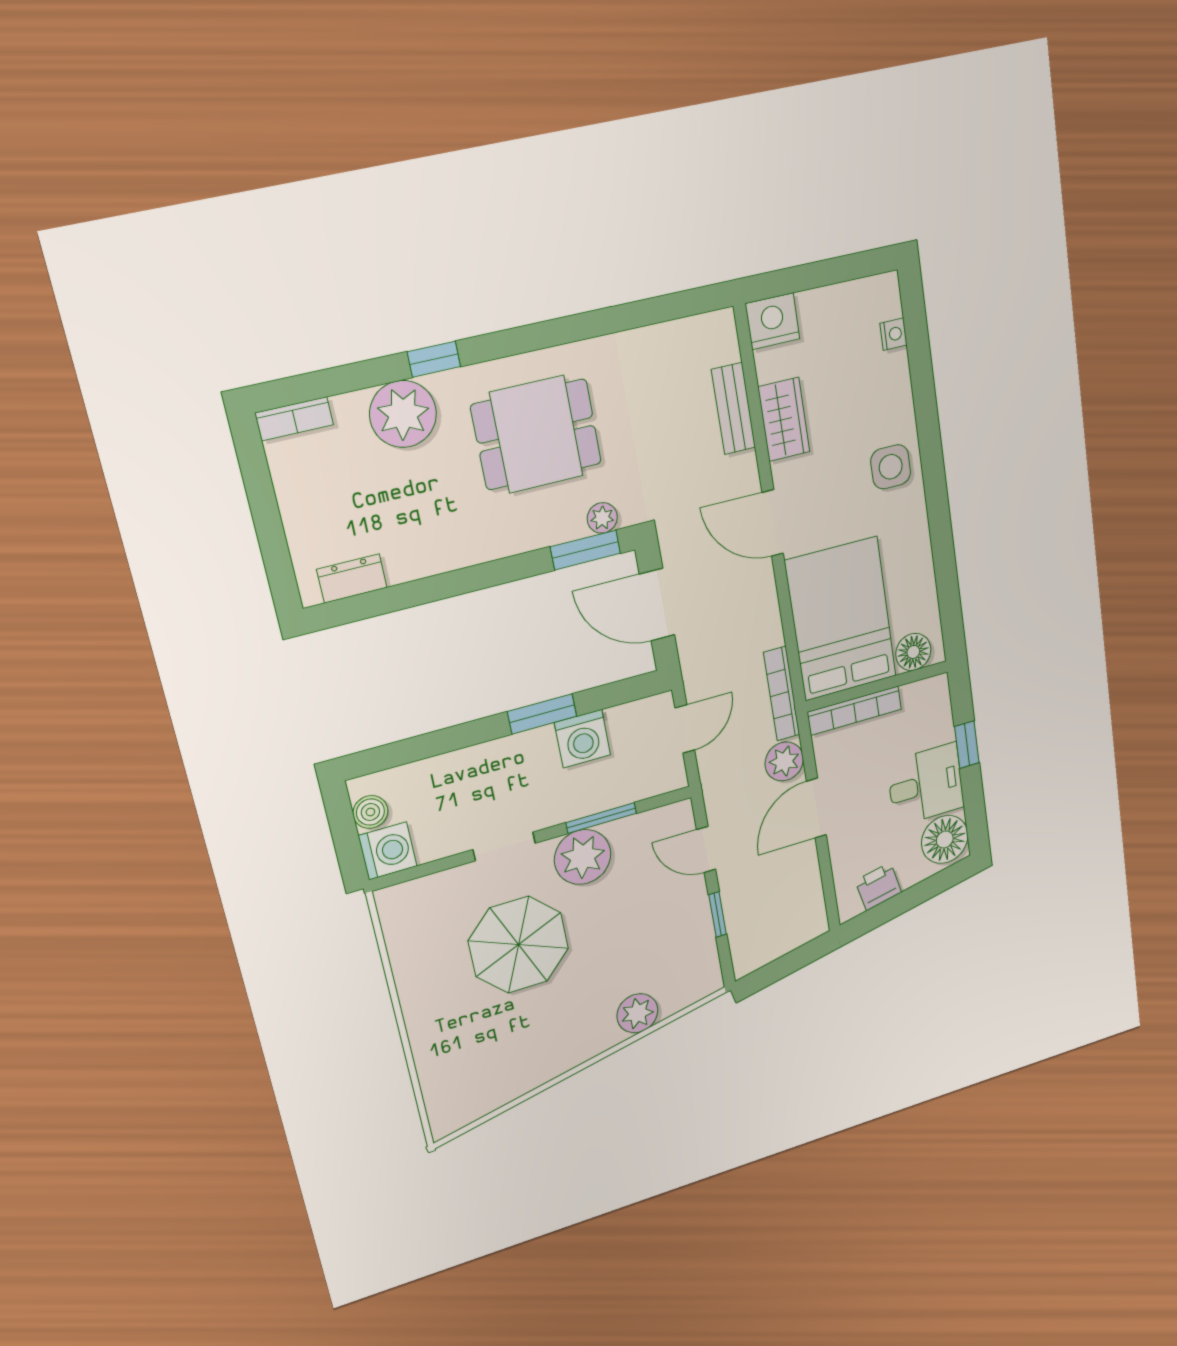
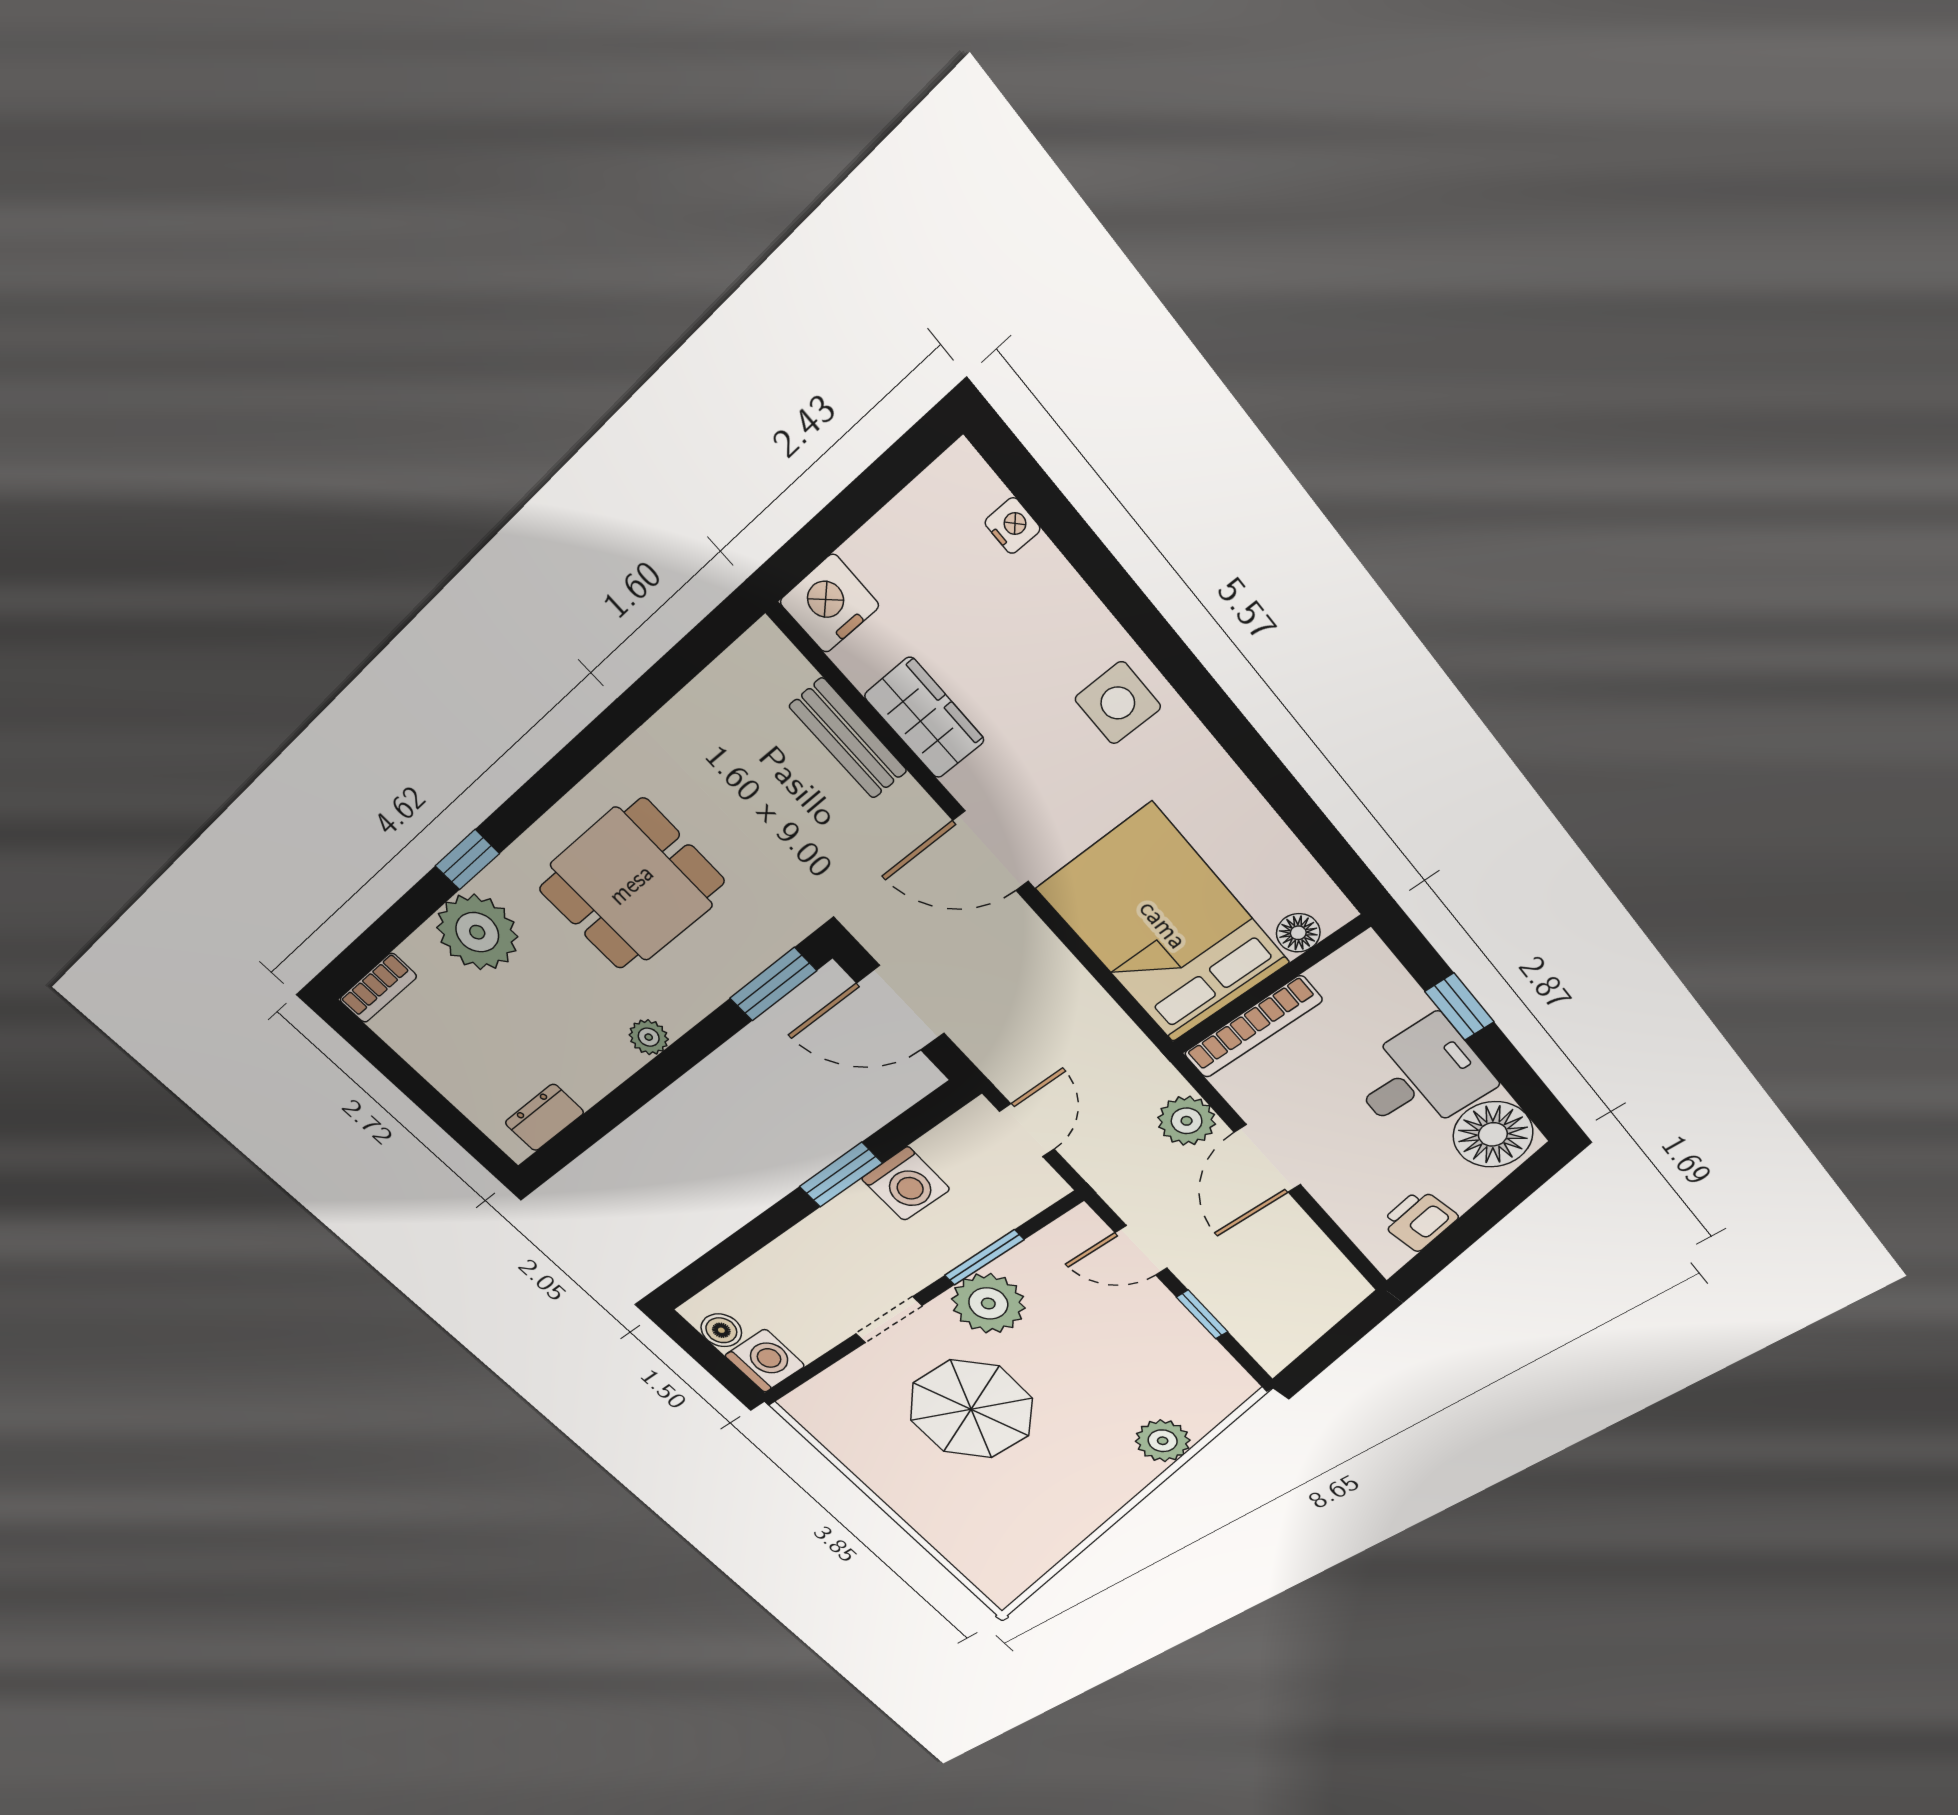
plant: (602, 518) -> (649, 1037), moved
floor lamp: (913, 652) -> (1298, 933), width x0.73, depth x0.73
bookcase: (782, 694) -> (1133, 1045), removed

